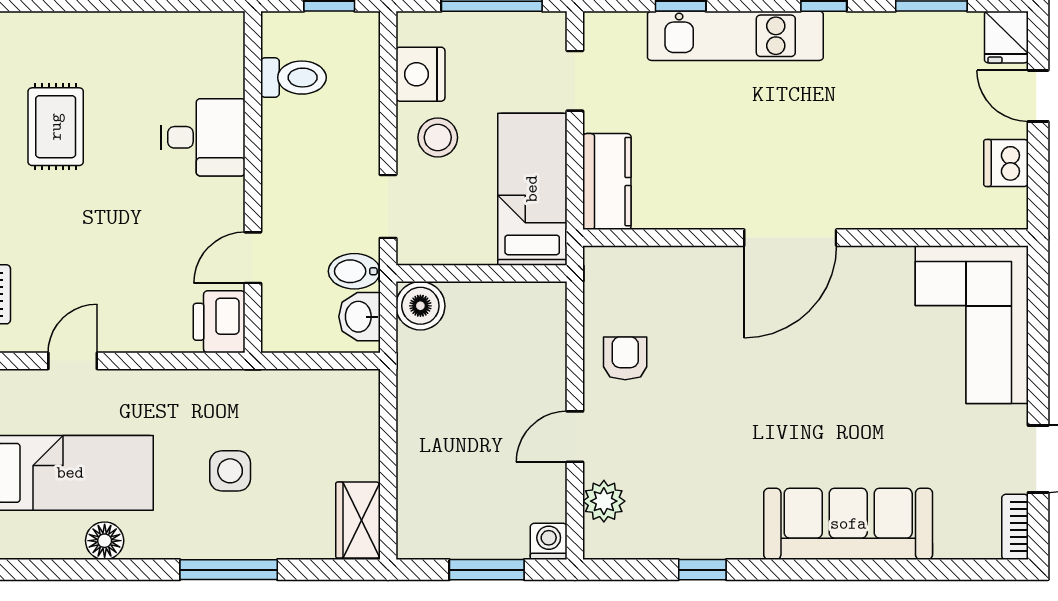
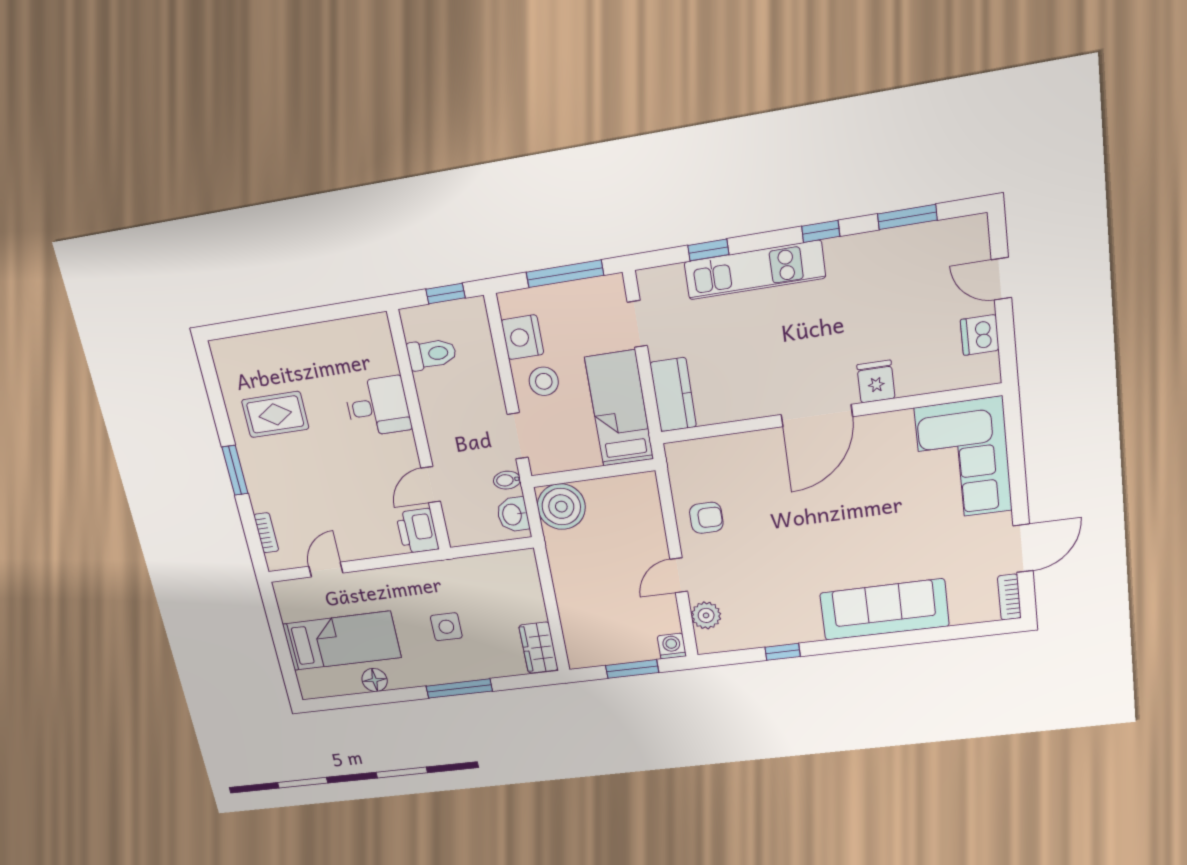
fridge: (1006, 37) -> (876, 382), moved, turned 180
rug: (56, 127) -> (275, 414), turned 90
bidet: (354, 271) -> (507, 480), width x0.72, depth x0.74
boiler: (420, 306) -> (561, 507), width x1.37, depth x1.37
armchair: (625, 358) -> (706, 518), turned 90

